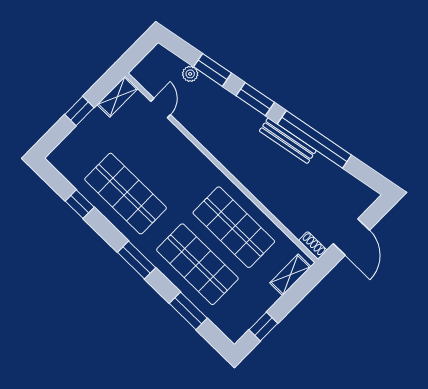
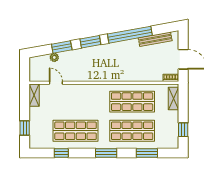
window: (79, 111) -> (25, 128), moved
bench: (288, 141) -> (155, 39), moved

